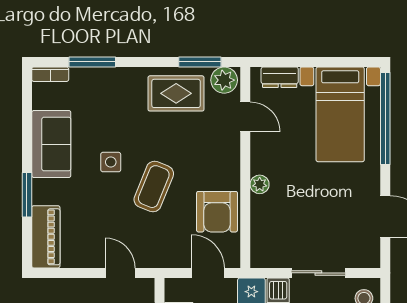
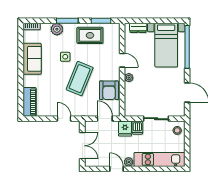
window: (92, 62) -> (67, 21), moved
plant: (224, 80) -> (57, 29), moved
door: (245, 117) -> (122, 60), moved
side table: (111, 162) -> (65, 57), moved
coffee table: (154, 187) -> (80, 79), width x1.36, depth x1.32
window: (27, 195) -> (21, 82), removed

